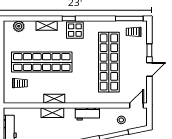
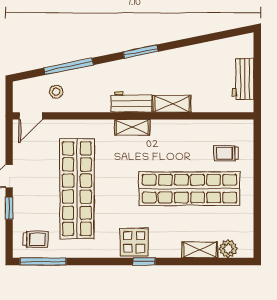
shelving: (47, 26) -> (200, 250), moved
shelving: (54, 99) -> (132, 127), moved
workbench: (87, 114) -> (131, 102), moved

